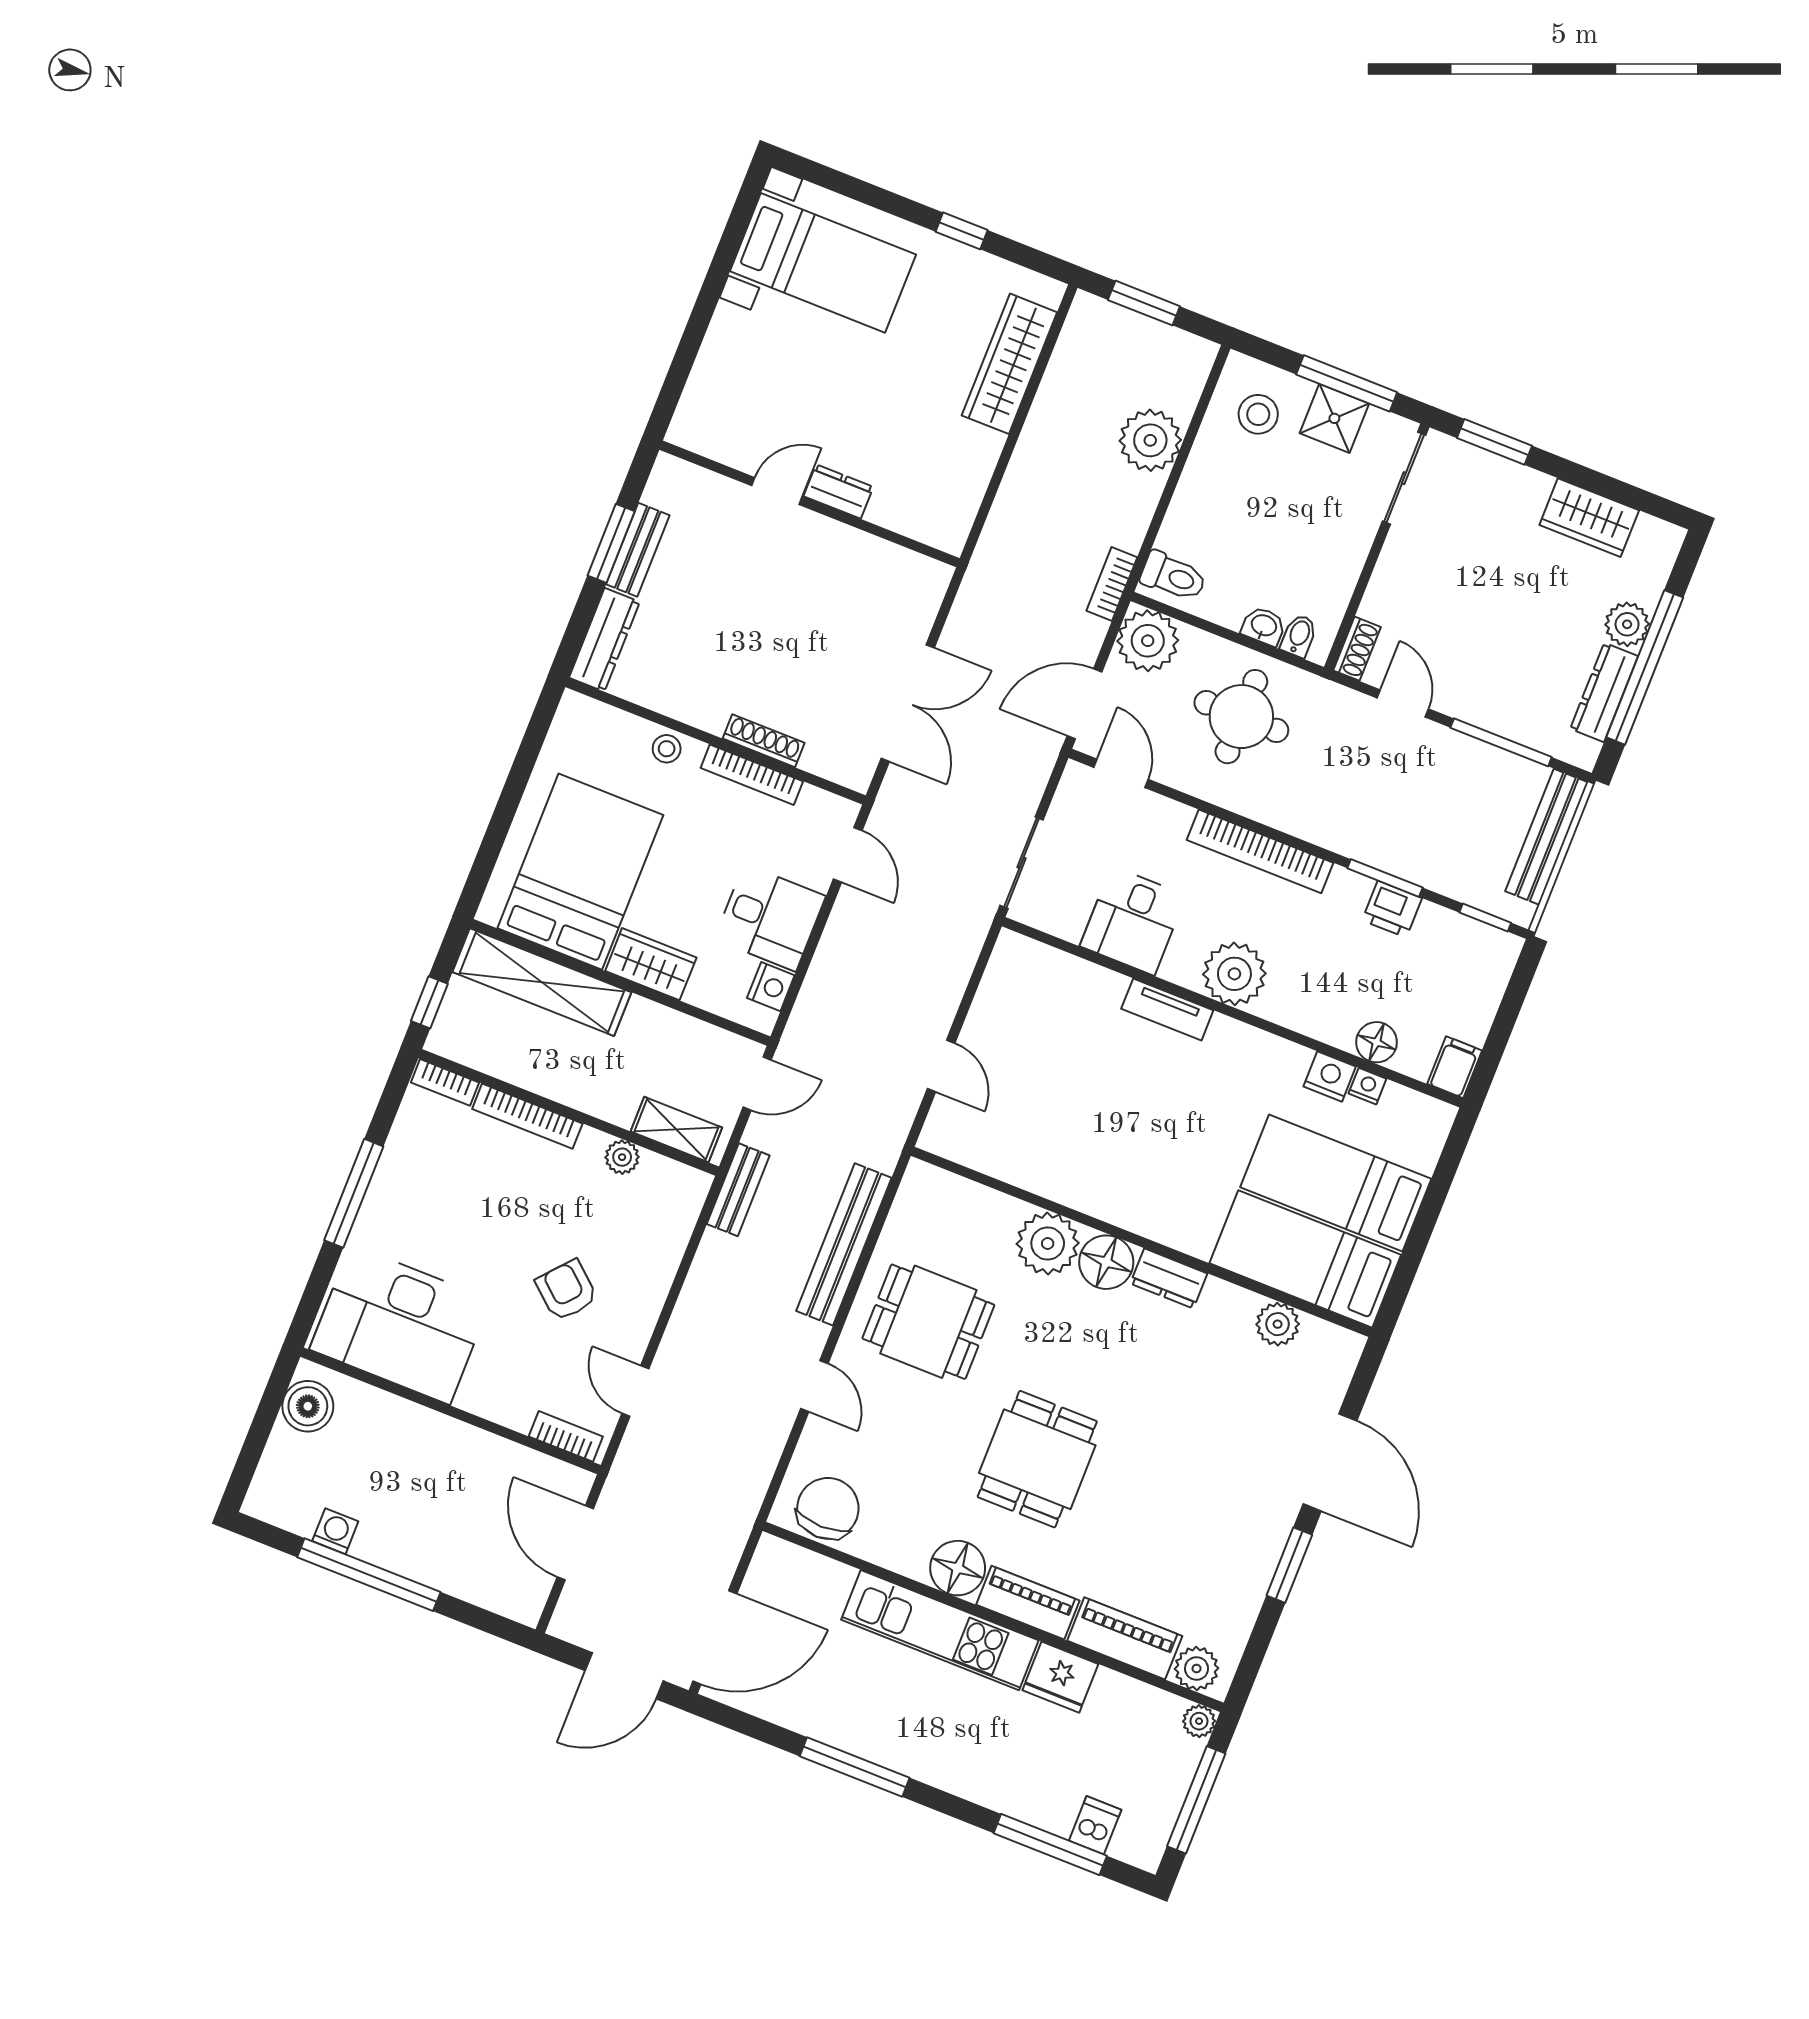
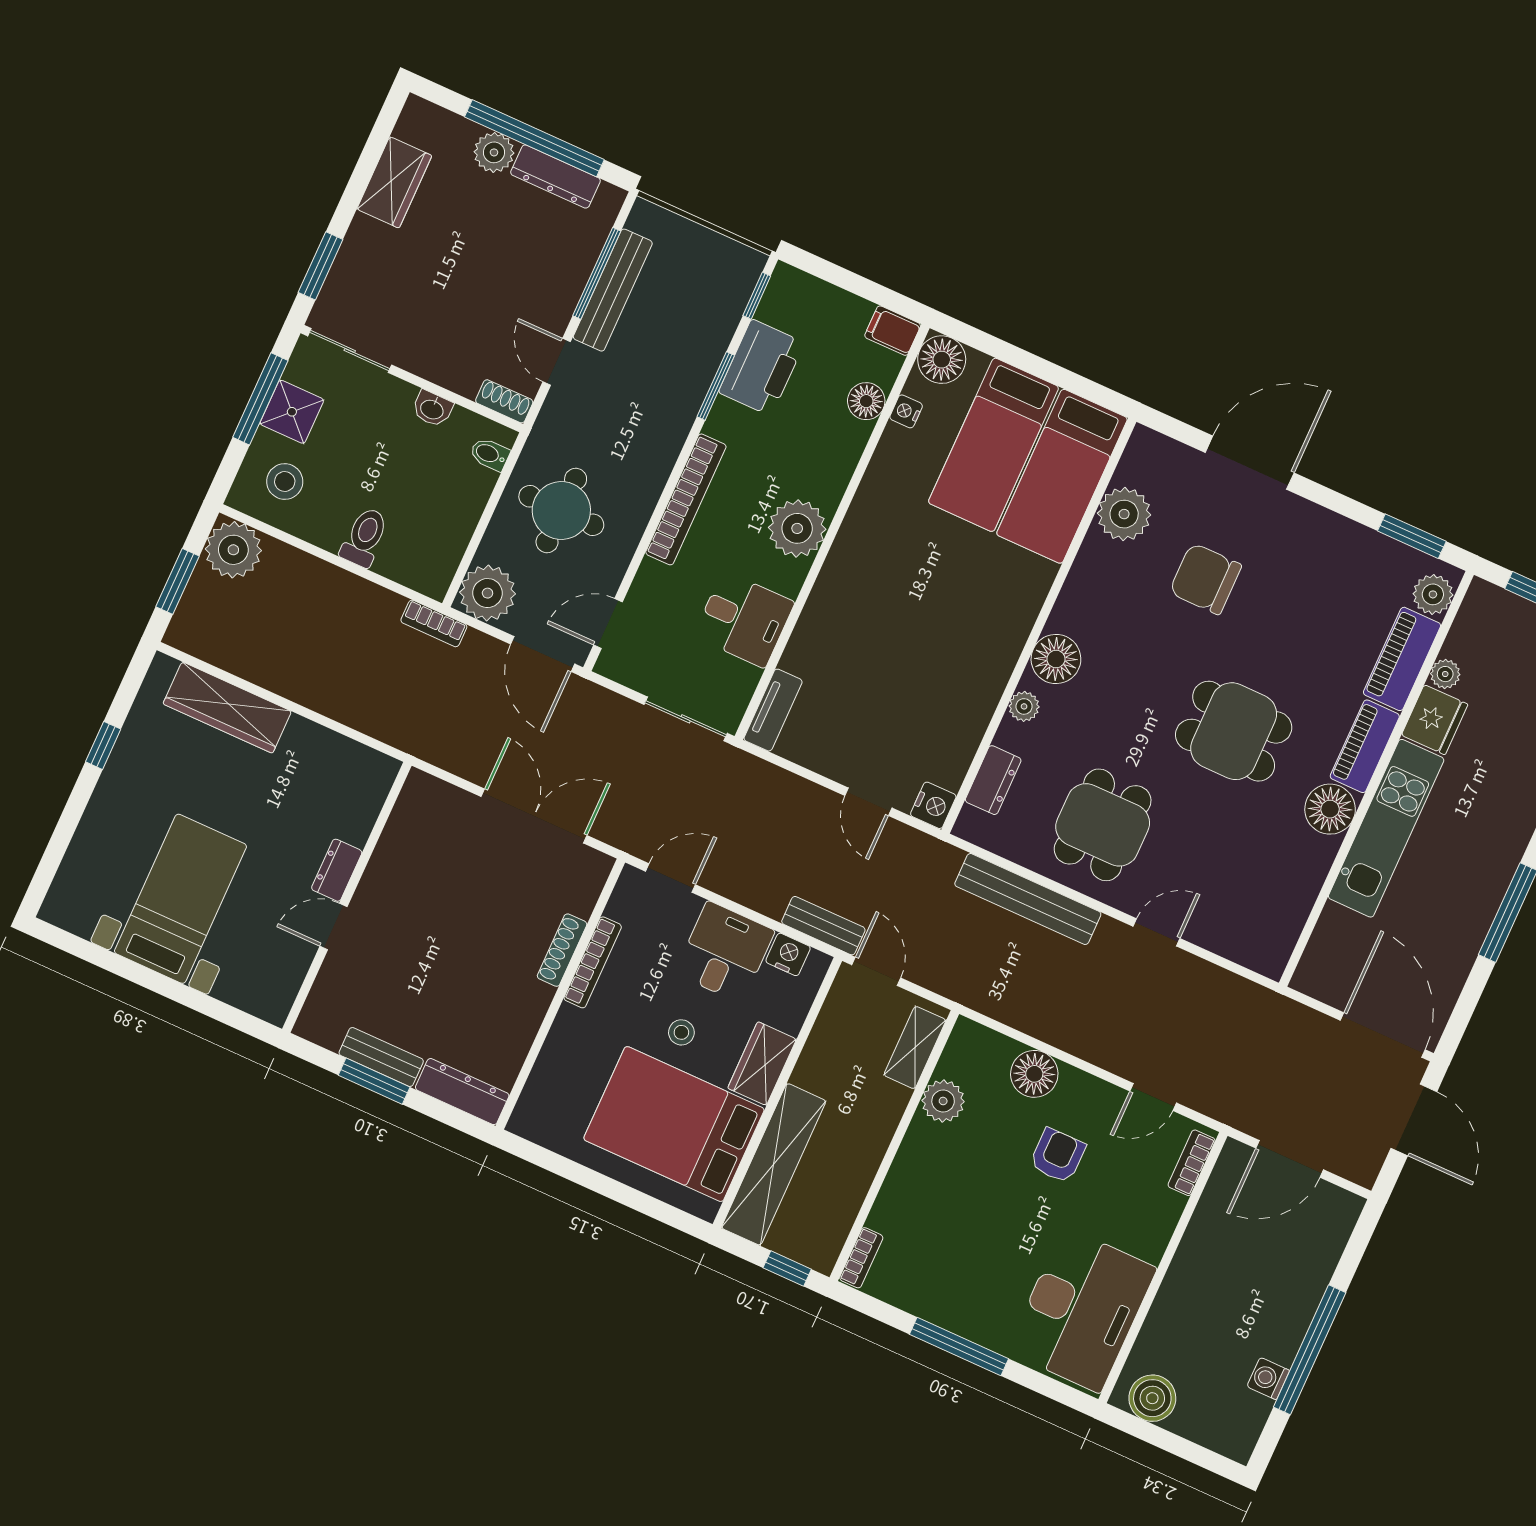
bed with nightstands: (823, 263) -> (180, 899), moved
plant: (1150, 440) -> (233, 550), moved
door: (777, 491) -> (334, 927), hinge flipped
toilet: (1173, 576) -> (365, 537), moved
washbasin: (1264, 626) -> (432, 409), moved, turned -90
door: (1403, 703) -> (557, 362), hinge flipped
stool: (667, 749) -> (681, 1032), moved
bench: (1547, 837) -> (613, 290), moved, turned 90
printer: (1392, 909) -> (761, 368), width x1.87, depth x1.48
tv unit: (1167, 1009) -> (773, 710), moved
door: (941, 1066) -> (868, 802), swing flipped
nightstand: (1330, 1076) -> (933, 805), moved, turned 180
bookcase: (527, 1116) -> (896, 1184), removed
floor lamp: (1426, 1122) -> (942, 360), added
plant: (622, 1157) -> (943, 1101), width x1.38, depth x1.38
bench: (738, 1190) -> (823, 926), moved
plant: (1048, 1243) -> (1024, 706), width x0.53, depth x0.53
floor lamp: (654, 1261) -> (1034, 1074), added
dresser: (1169, 1279) -> (993, 780), moved
armchair: (567, 1290) -> (1058, 1156), turned 139
plant: (1278, 1324) -> (1124, 514), width x1.36, depth x1.36
chair: (828, 1508) -> (1205, 579), moved
window: (1289, 1565) -> (1412, 536), moved
plant: (1199, 1721) -> (1445, 674), moved

